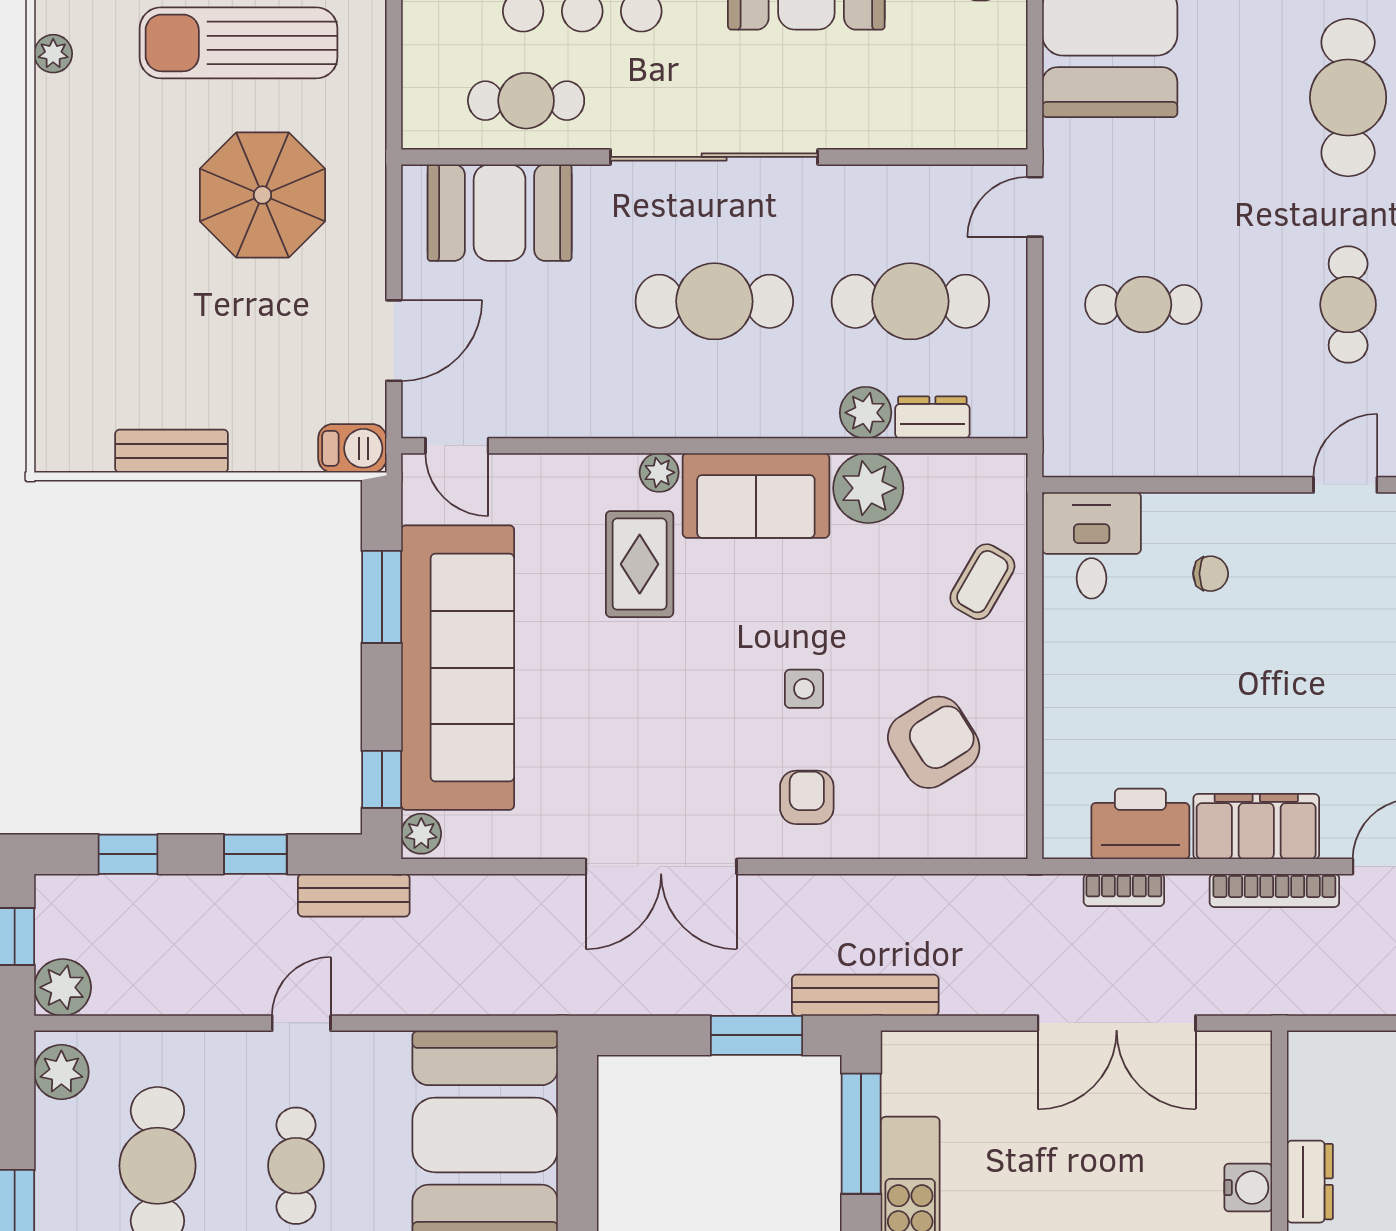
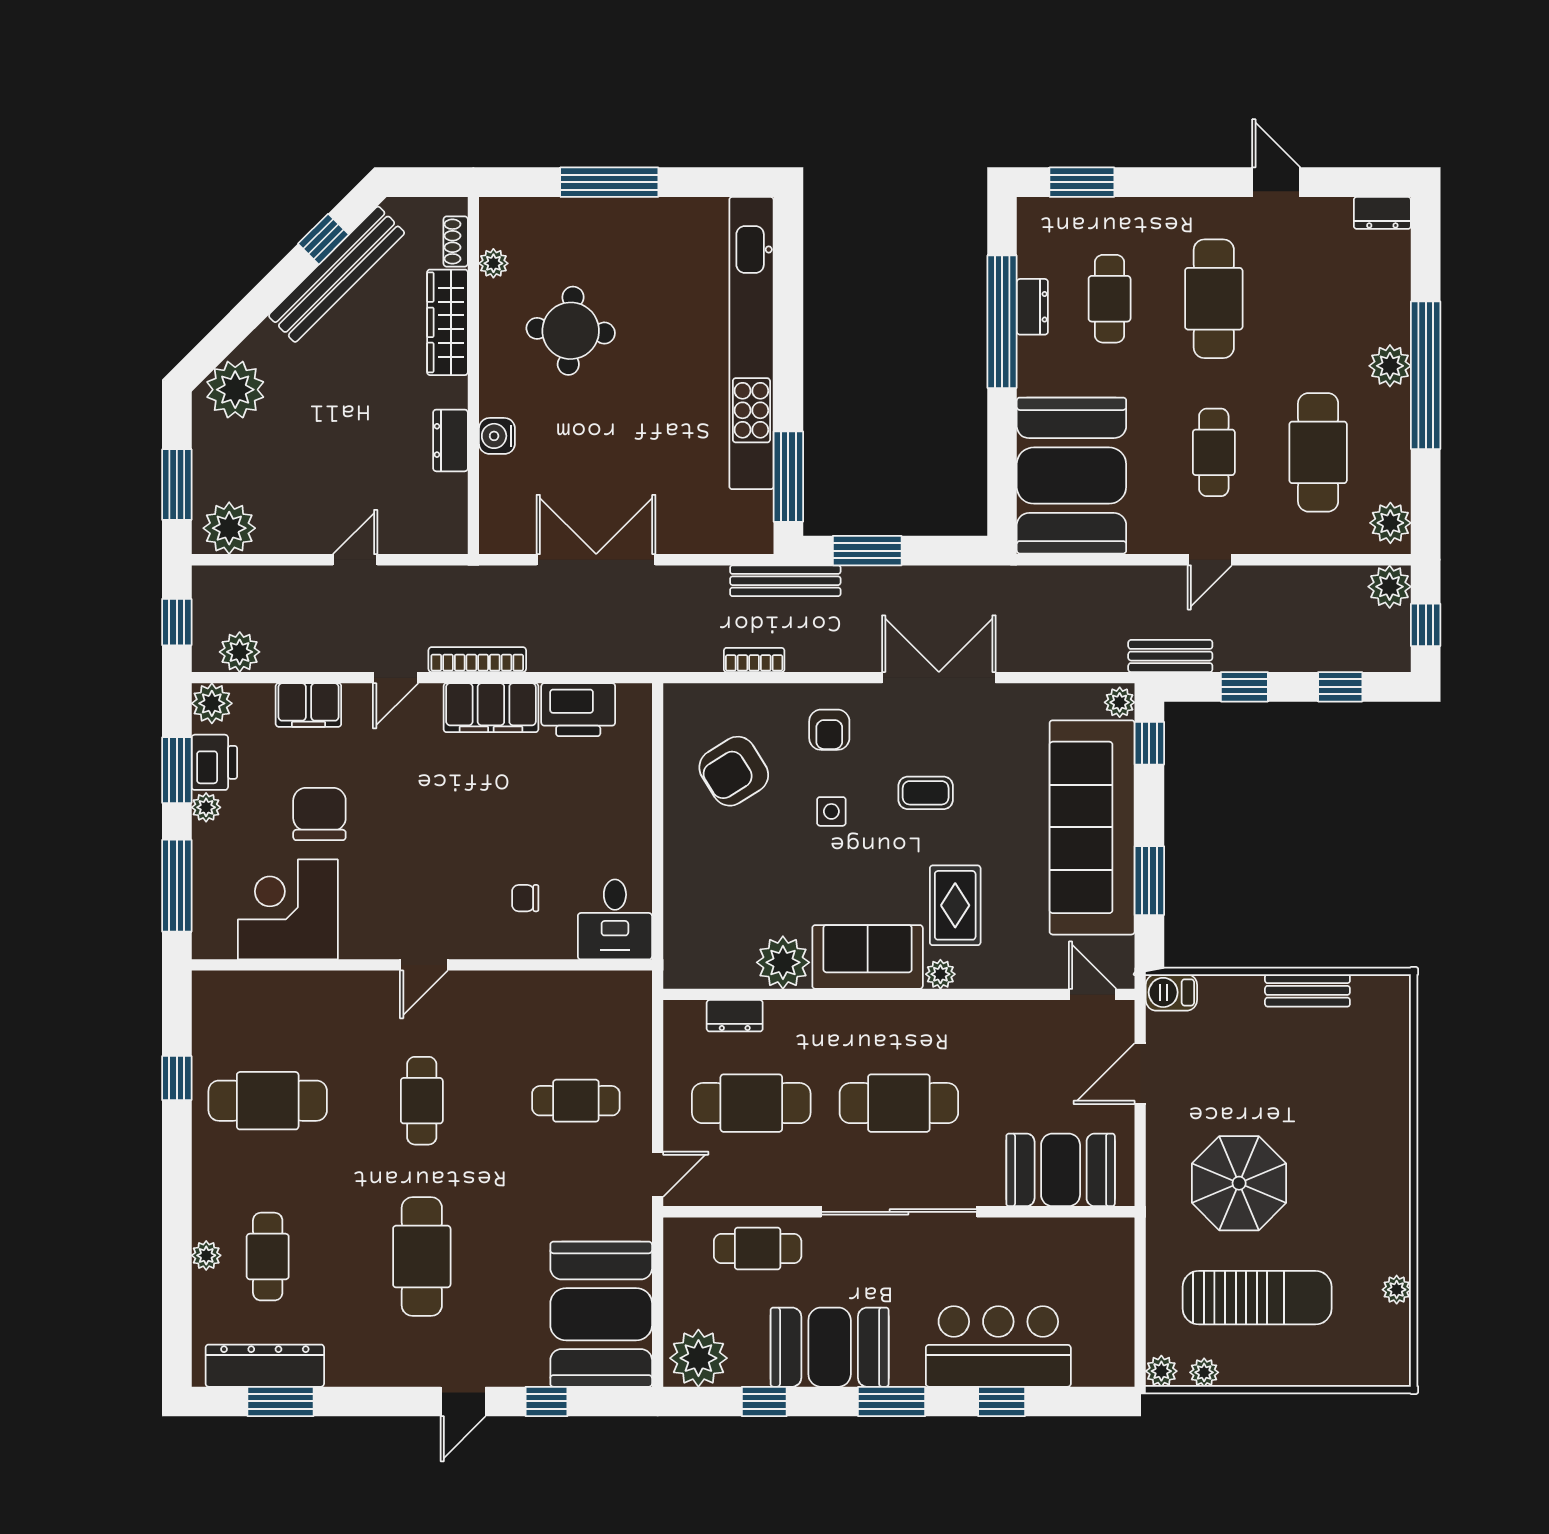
cafe table: (526, 101) -> (758, 1249), moved
plant: (866, 413) -> (785, 1019), removed
coffee table: (982, 582) -> (926, 793), moved, turned 60
bookcase: (1124, 890) -> (754, 660), moved

